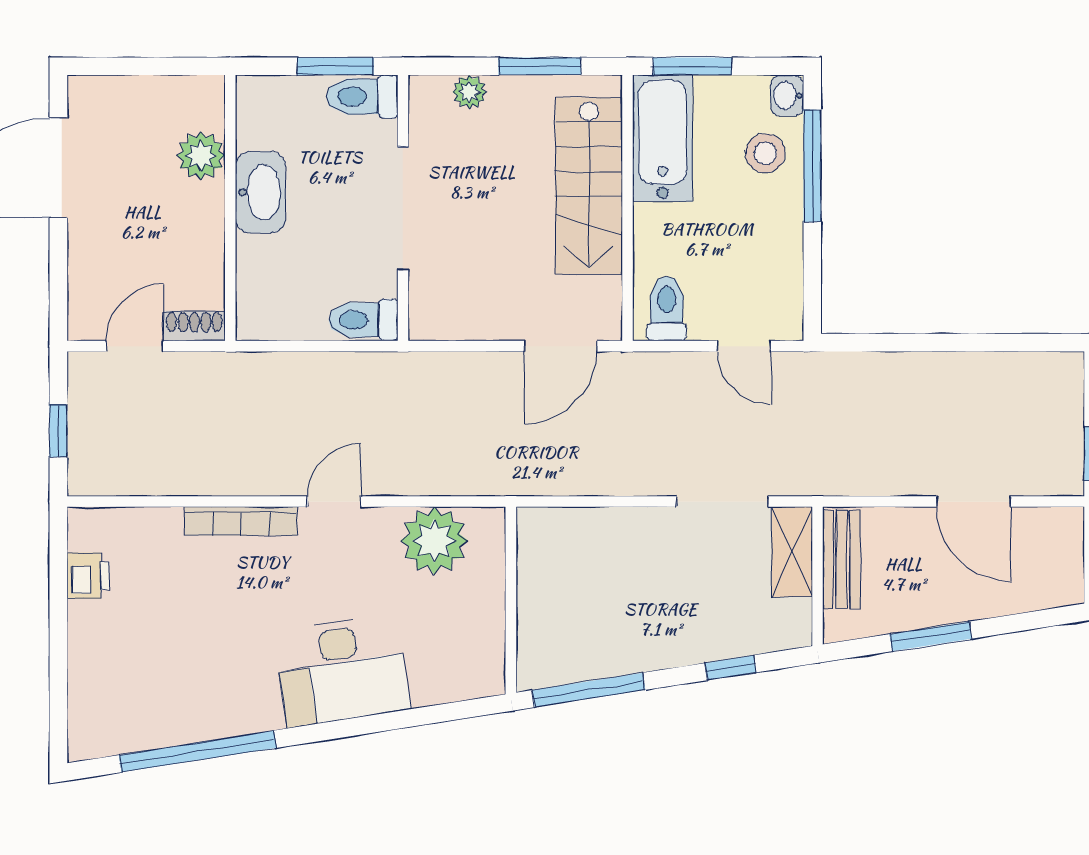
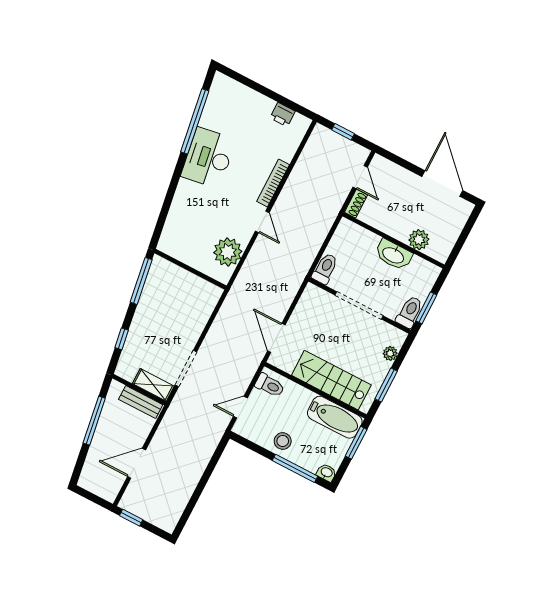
stool: (765, 153) -> (283, 441), moved
window: (931, 636) -> (94, 421), width x1.44
desk: (342, 670) -> (208, 158), moved

